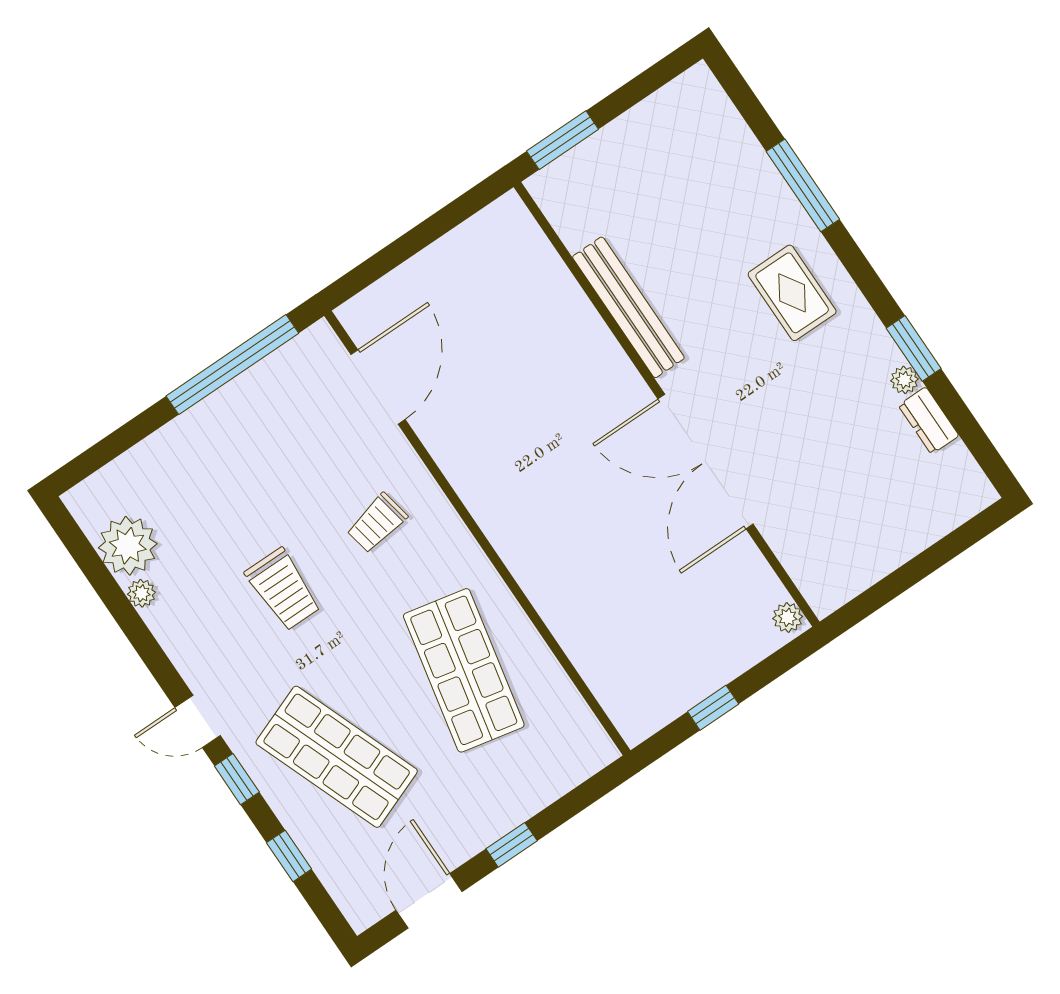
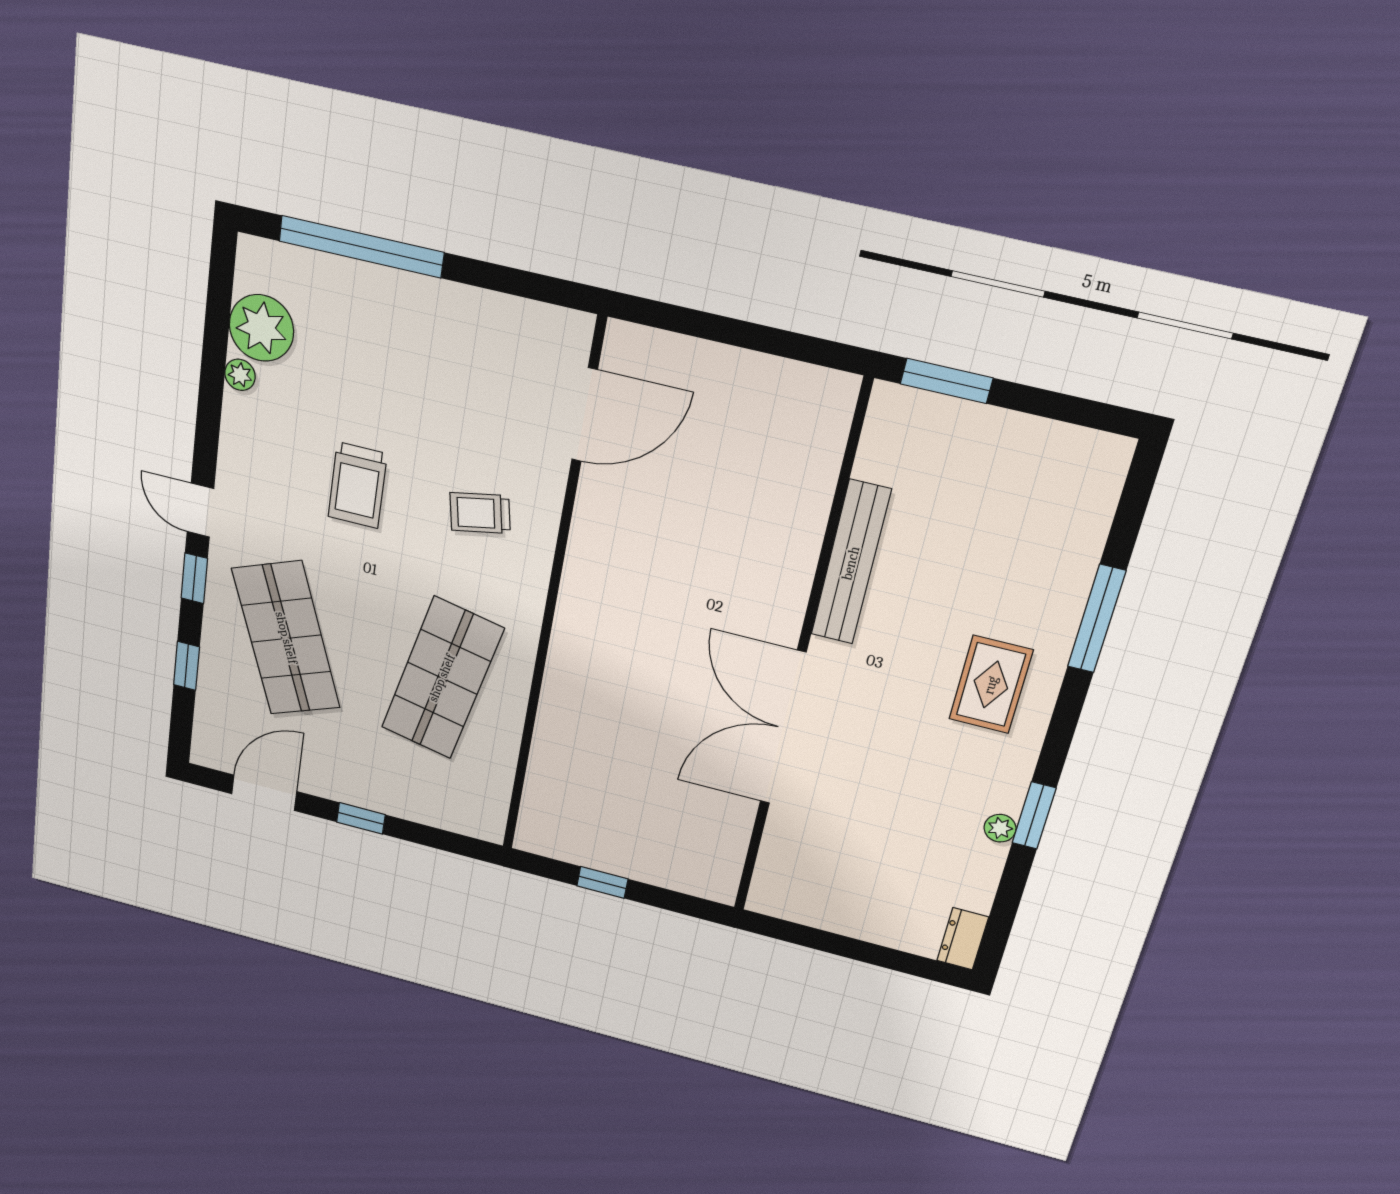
window: (232, 365) -> (361, 247), moved
dresser: (929, 420) -> (963, 939), moved
plant: (788, 617) -> (723, 884), removed

